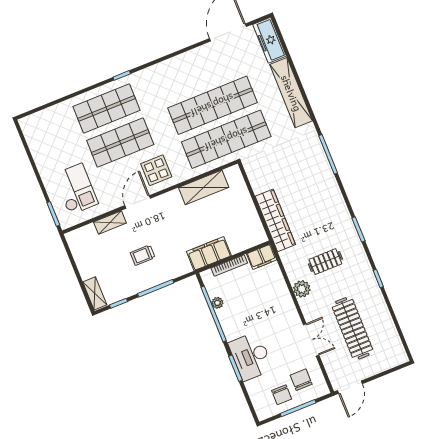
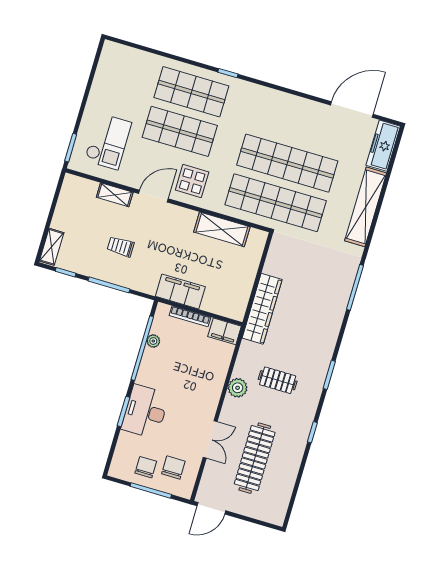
chair: (282, 395) -> (146, 467), turned 180

